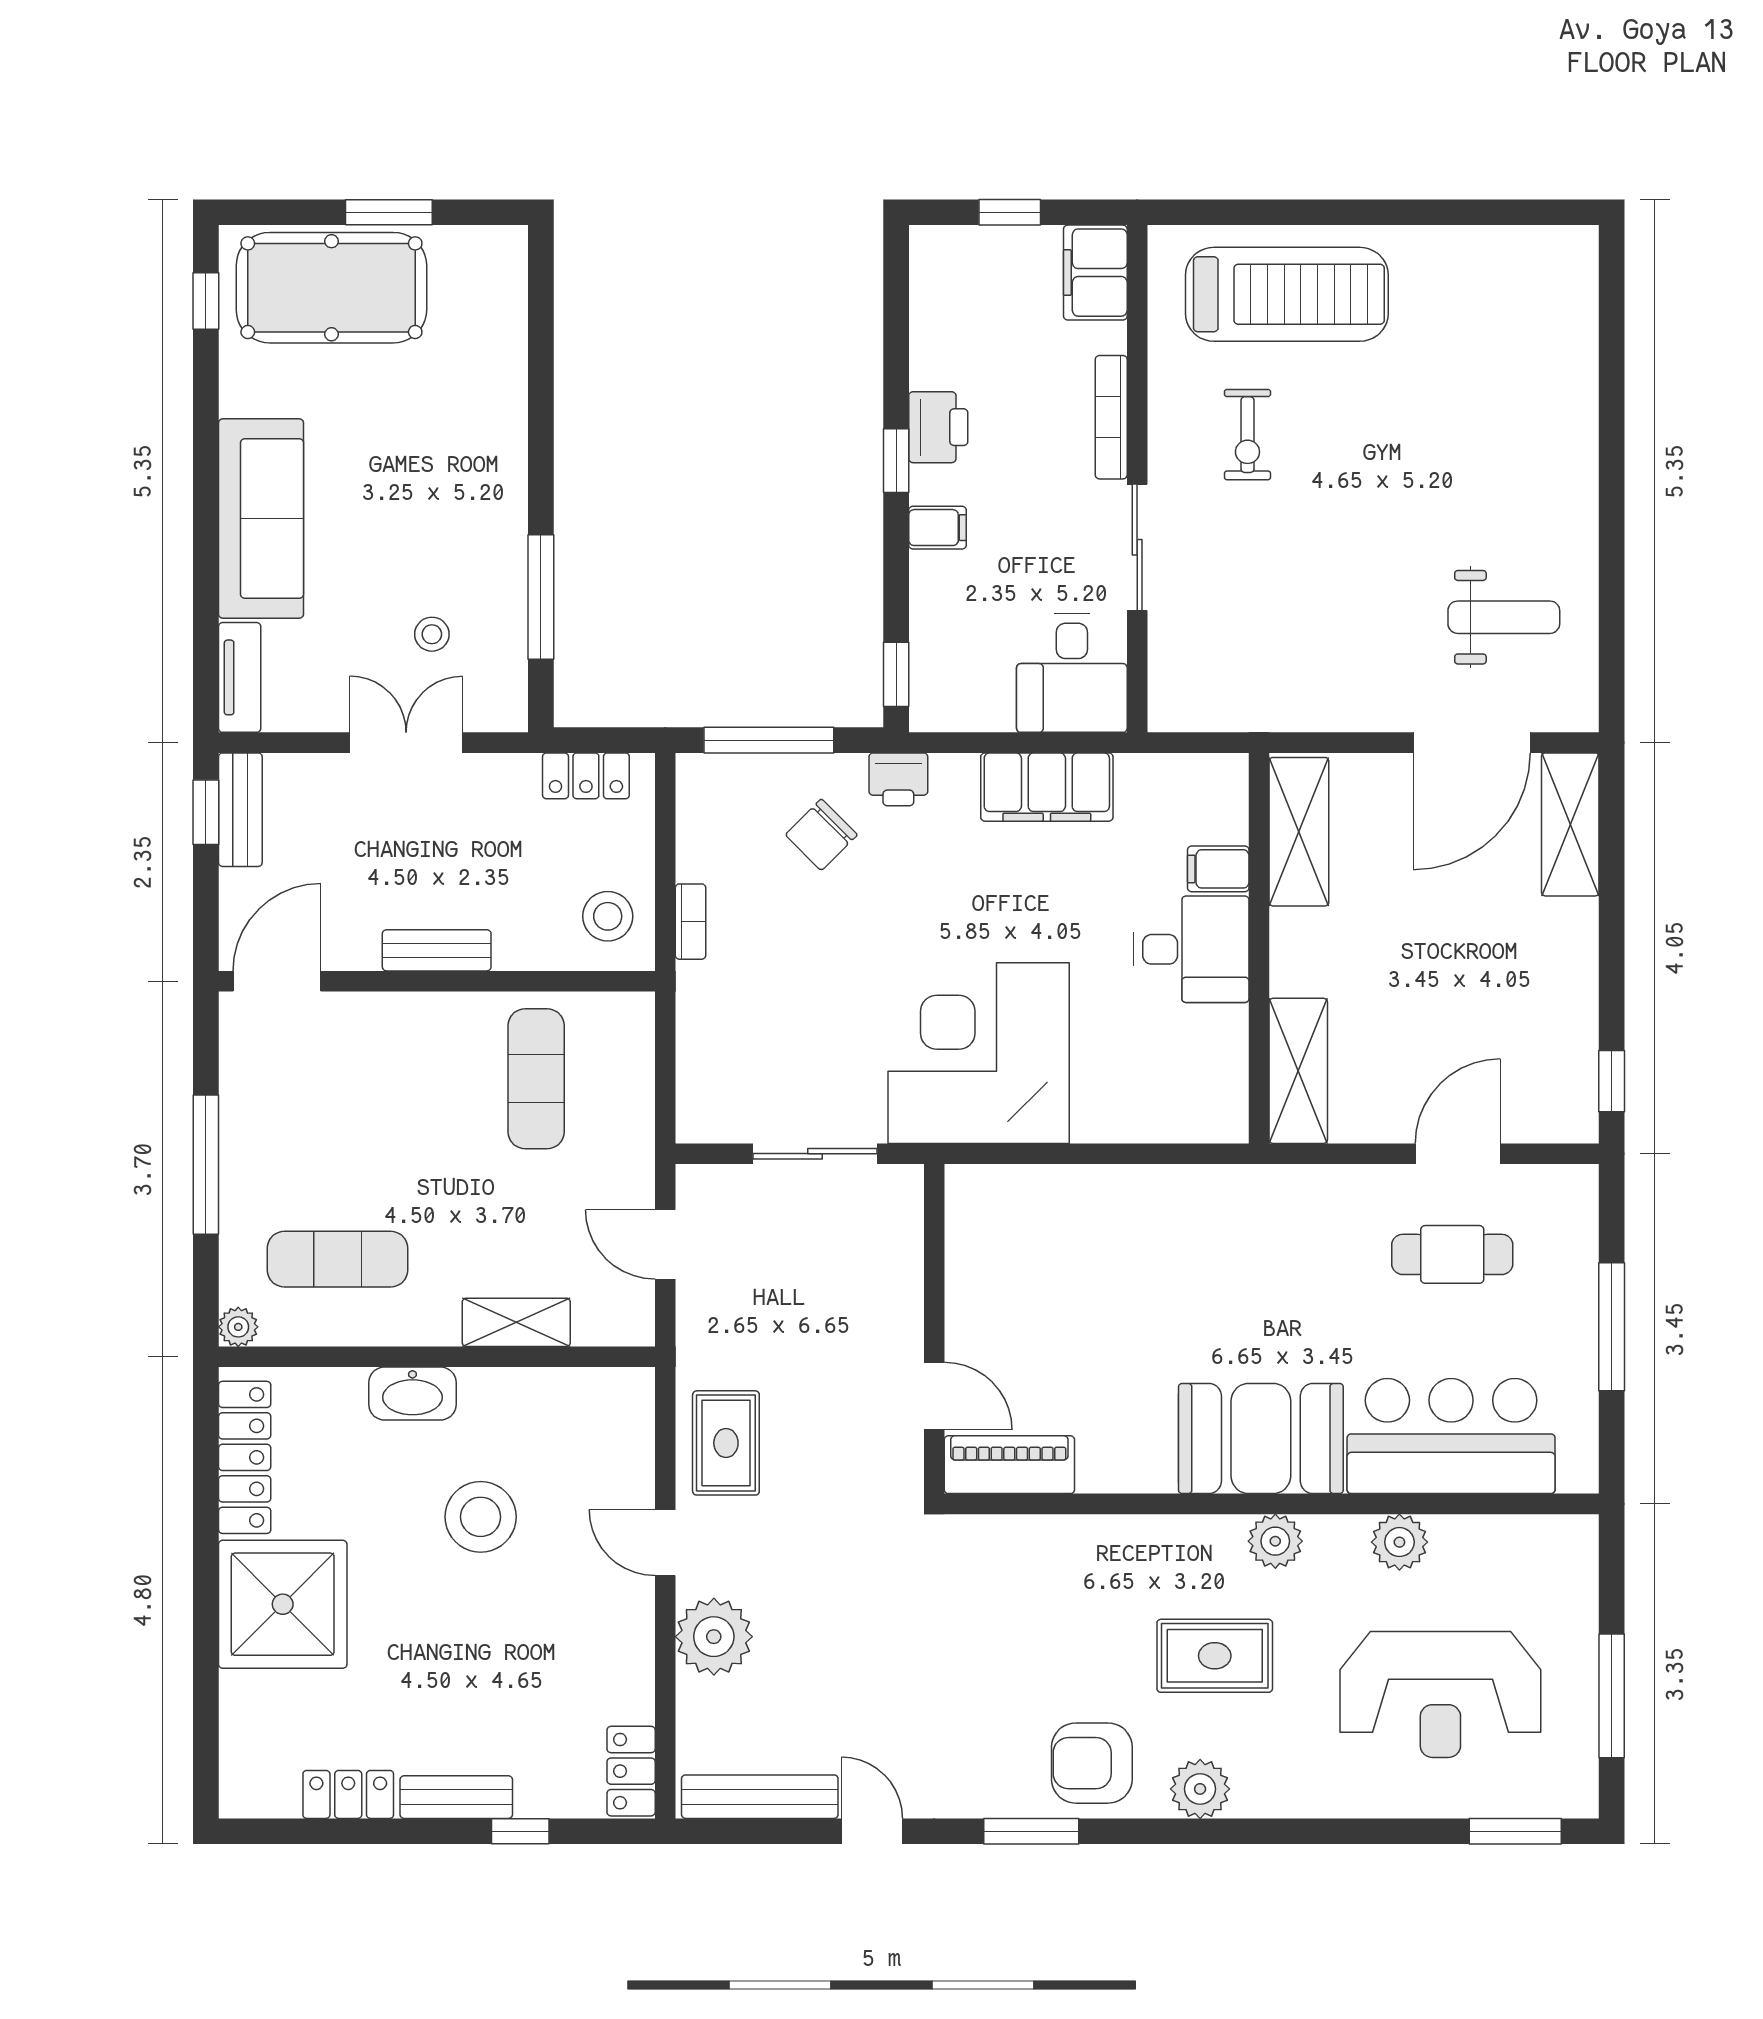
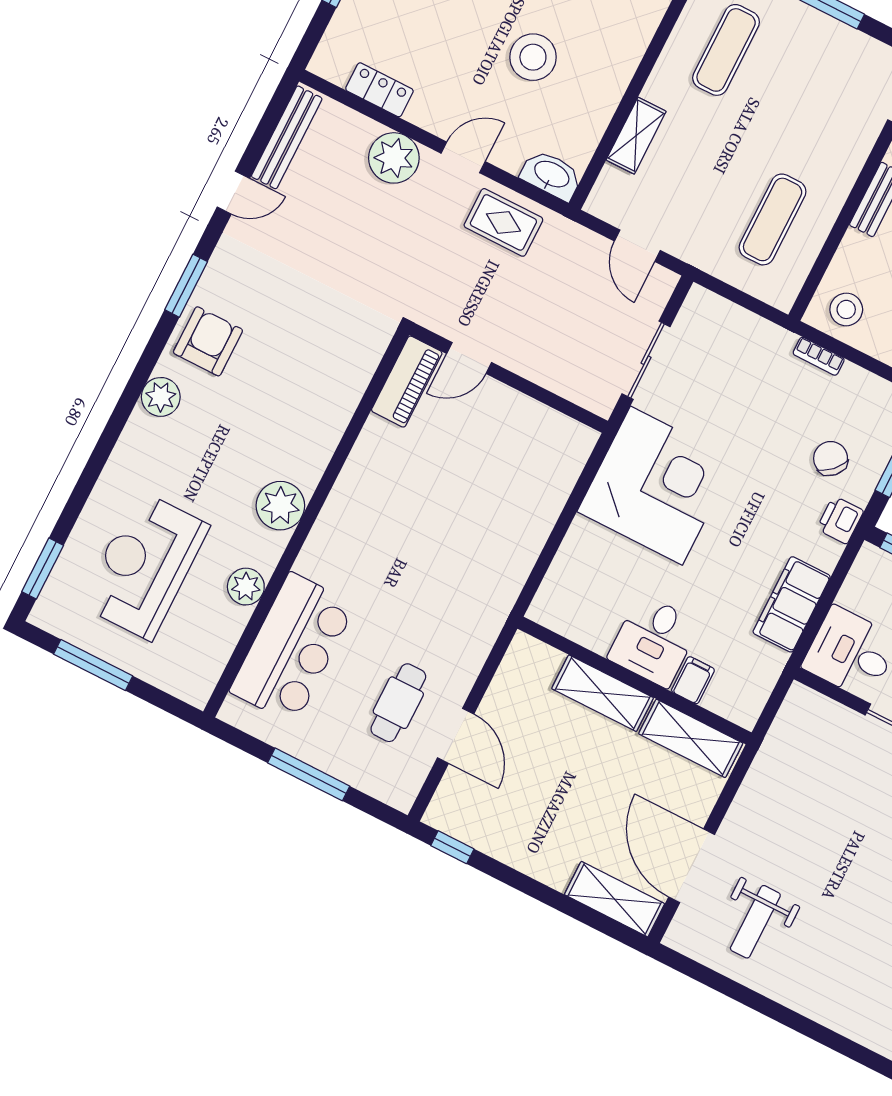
shelving: (1298, 1071) -> (603, 693), moved
exercise mat: (536, 1079) -> (773, 219), turned 90
door: (665, 1244) -> (637, 246), swing flipped
washbasin: (412, 1394) -> (551, 175), moved, turned 90
booth: (1261, 1439) -> (347, 536), removed
plant: (1275, 1541) -> (280, 506), width x1.36, depth x1.36
rug: (1215, 1656) -> (234, 445), removed
locker: (631, 1771) -> (379, 90), moved

